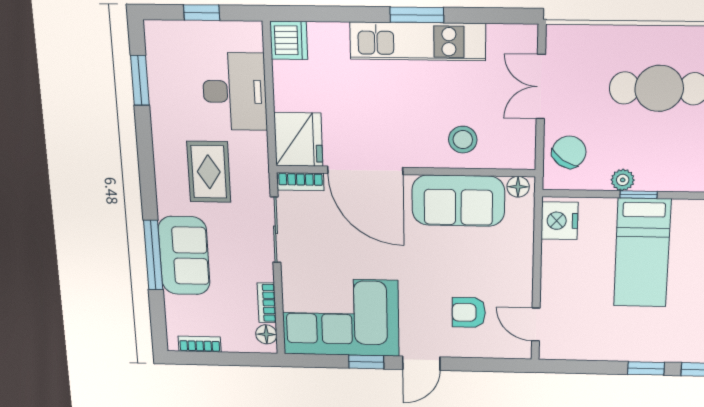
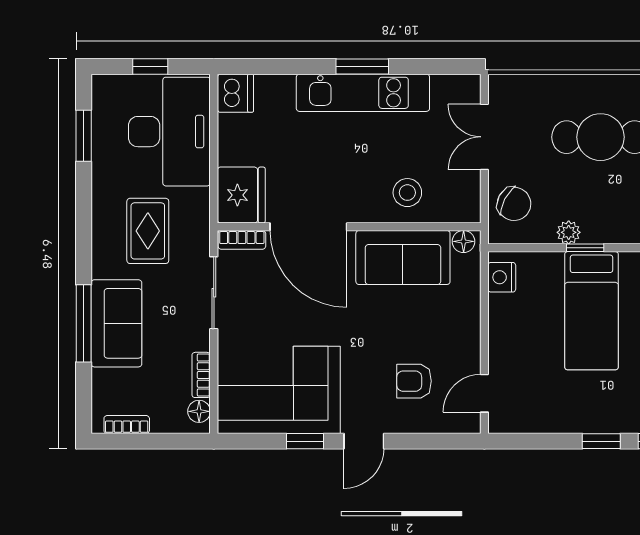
desk: (235, 92) -> (169, 132), width x1.36, depth x1.30
chair: (569, 152) -> (514, 204), turned 83
nightstand: (560, 221) -> (502, 277), width x0.74, depth x0.75
door: (536, 324) -> (484, 393), hinge flipped

